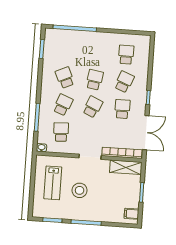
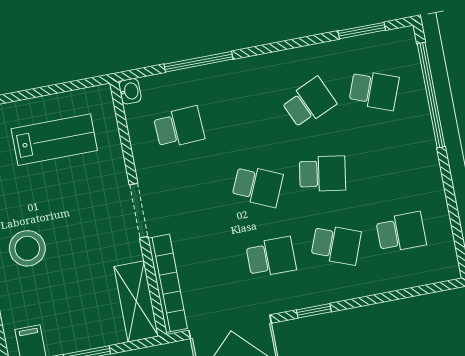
school desk: (63, 105) -> (374, 90), moved
lab bench: (53, 183) -> (54, 140), turned 180
stool: (80, 190) -> (27, 248), moved

